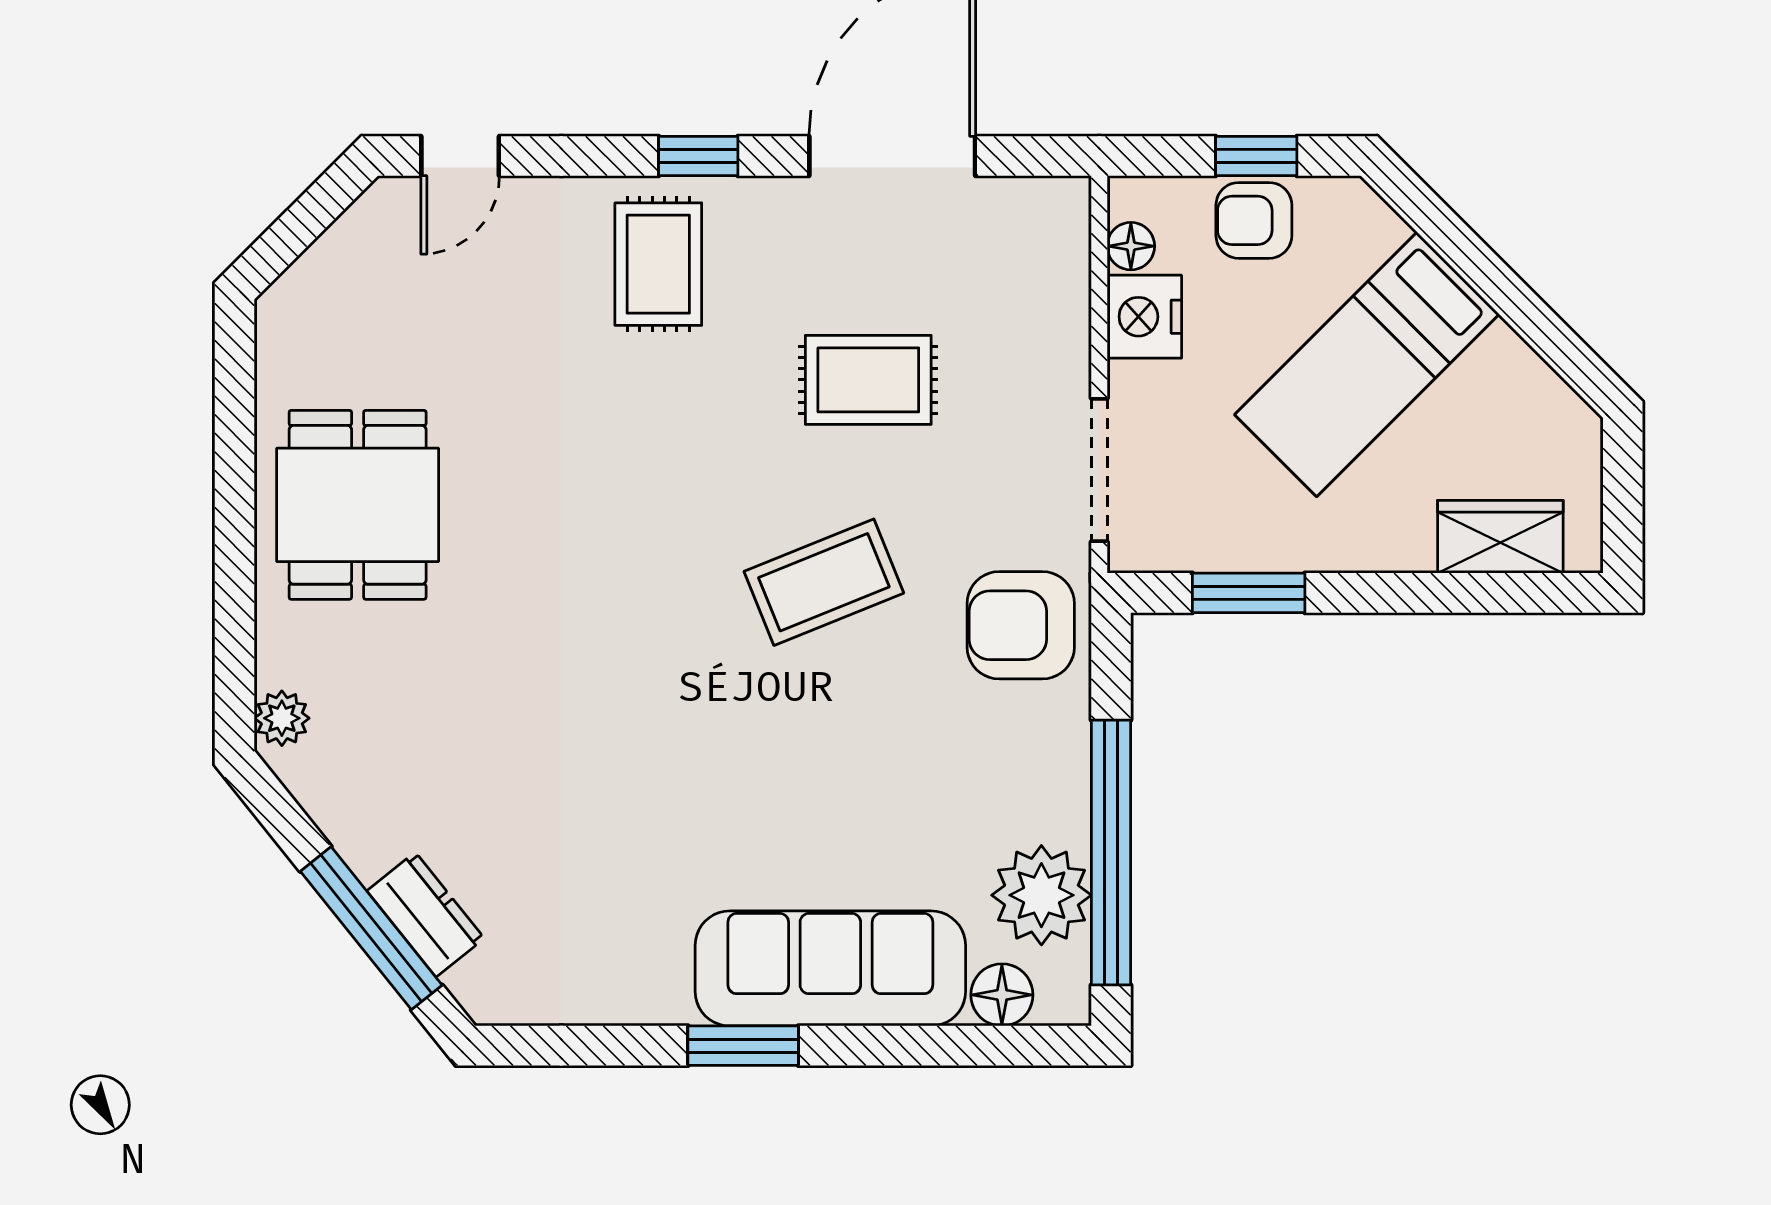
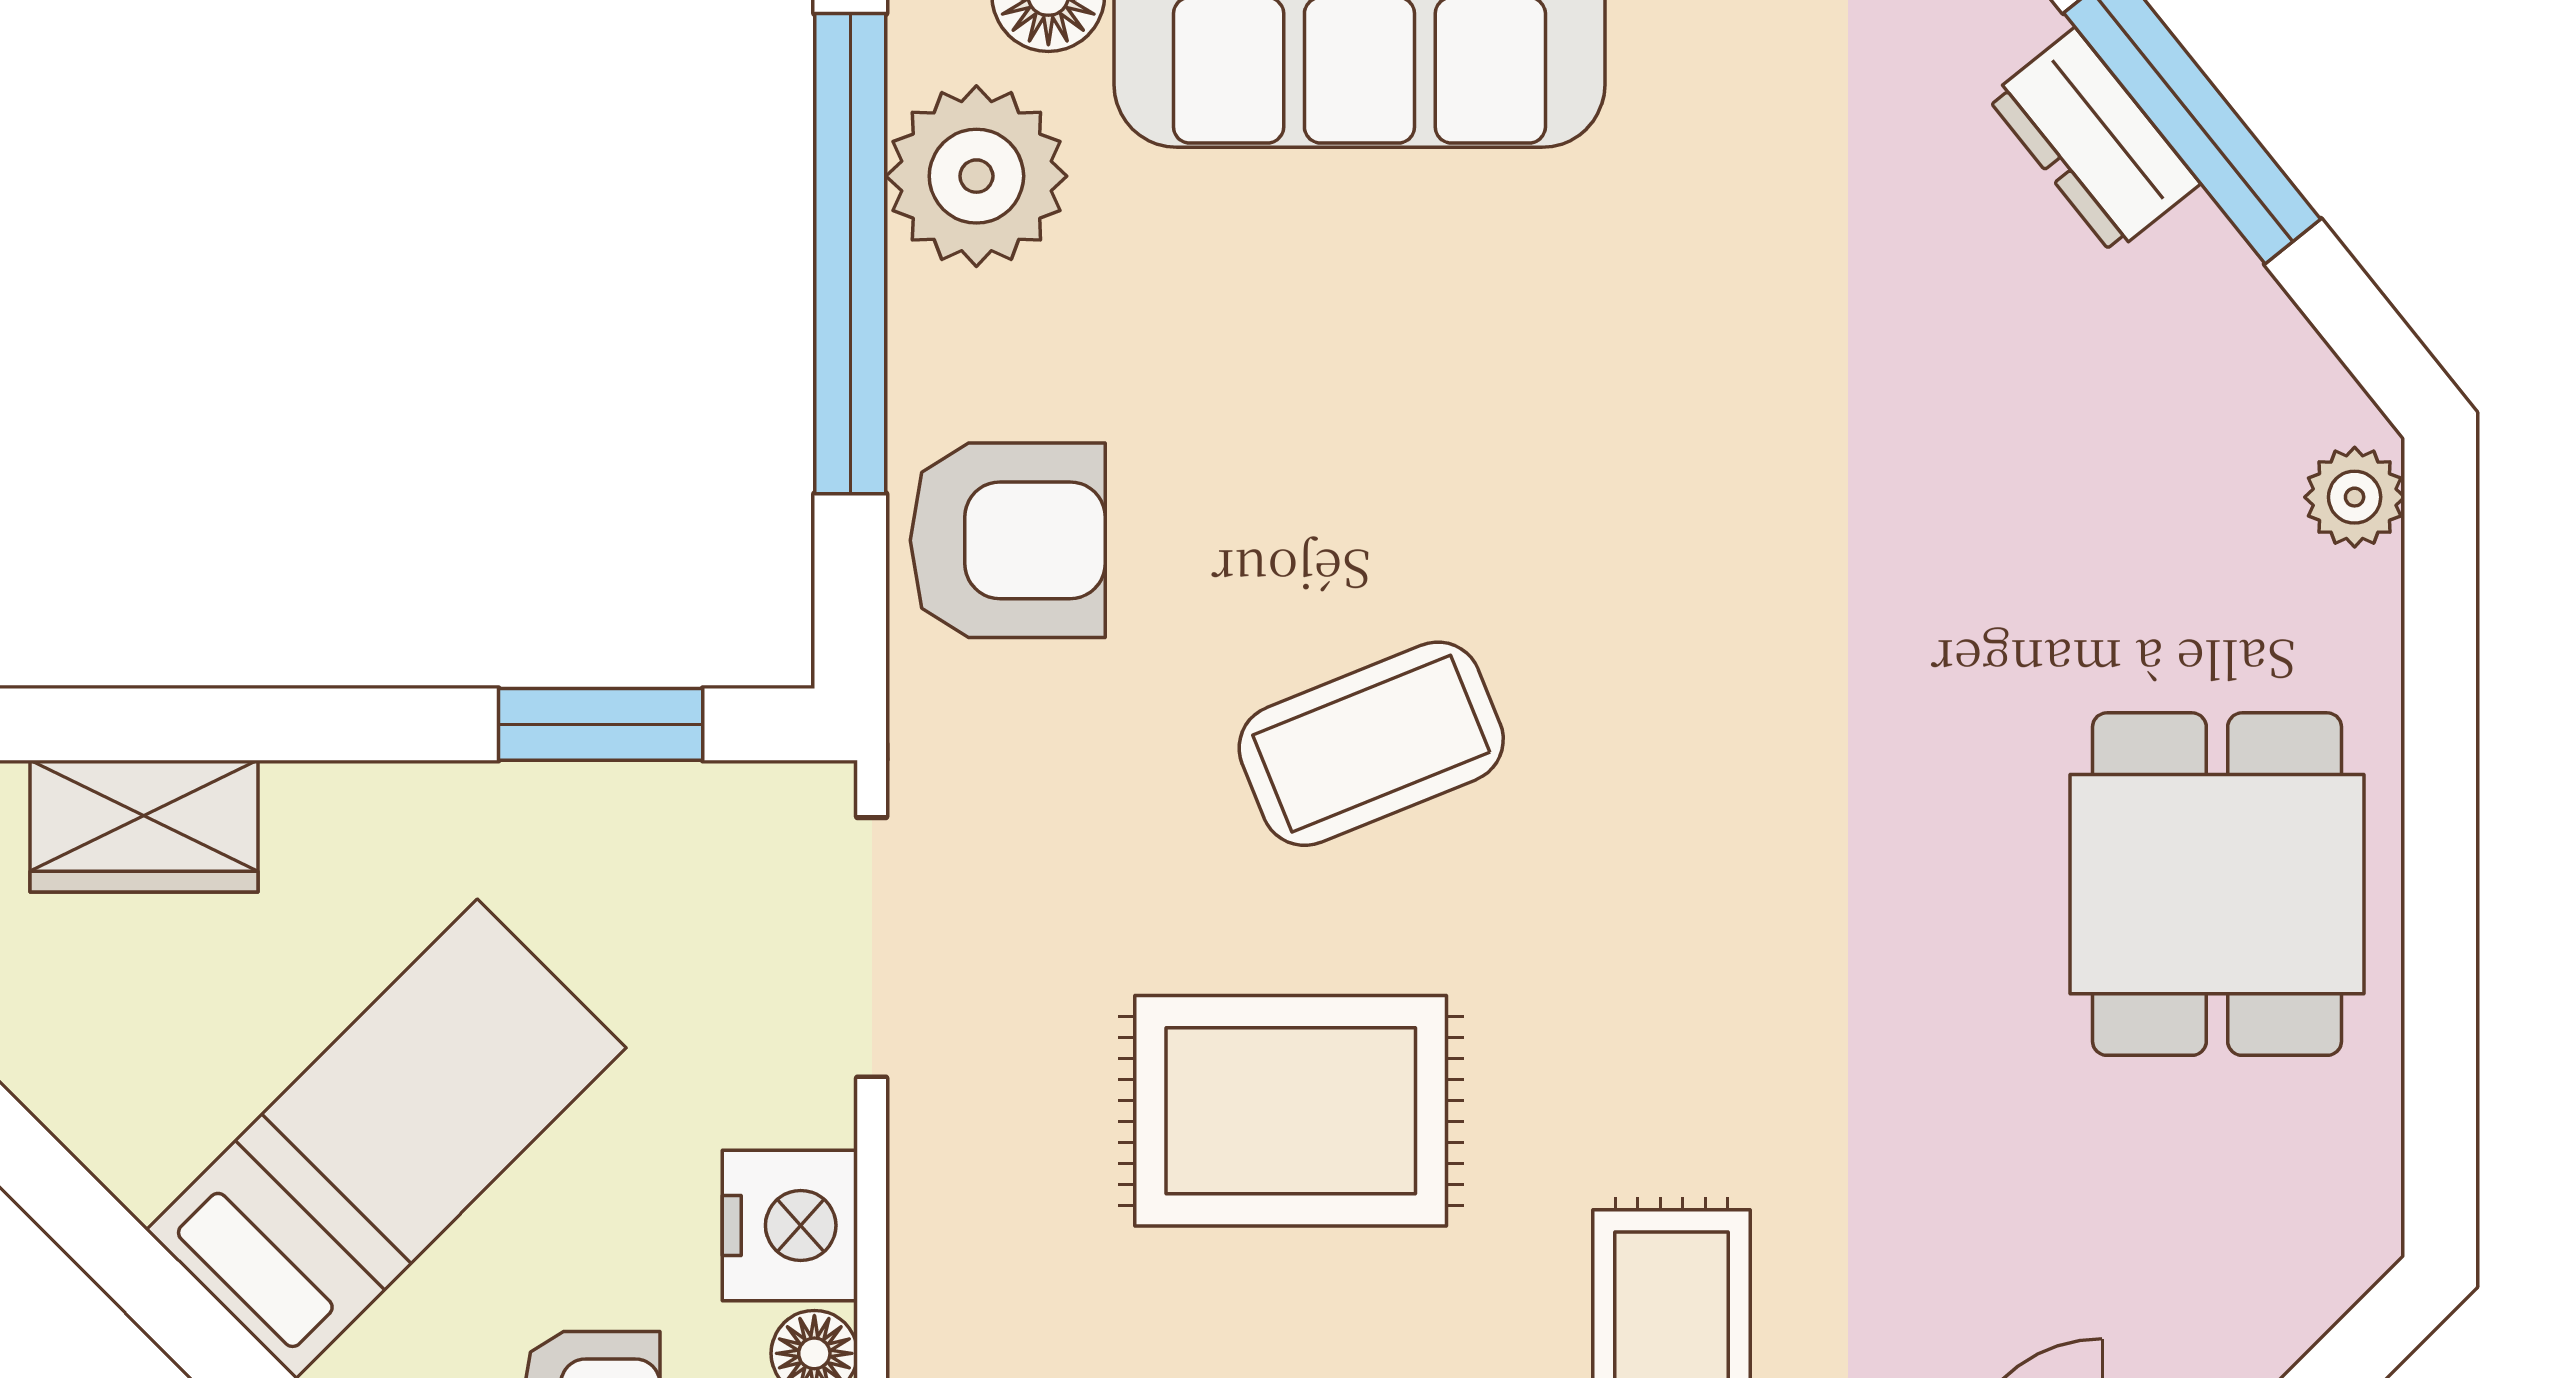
rug: (868, 380) -> (1291, 1111), width x1.36, depth x1.43
armchair: (1021, 625) -> (1008, 540), moved

